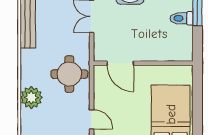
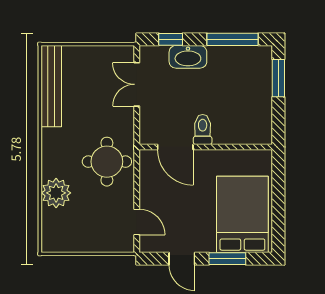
toilet: (182, 18) -> (203, 129), moved, turned 90

